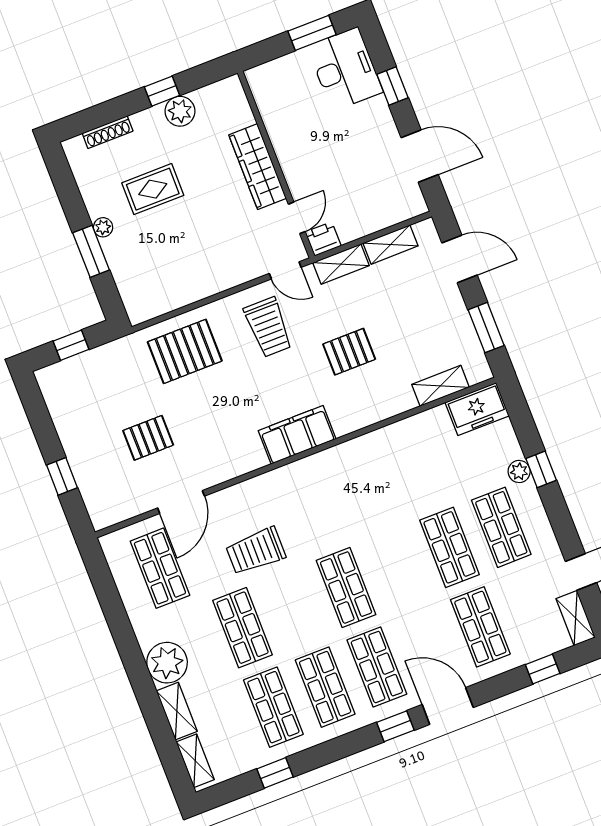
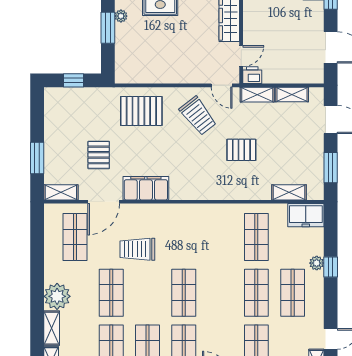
trolley: (268, 327) -> (198, 116), turned -38
filing cabinet: (297, 435) -> (146, 188), moved
pallet: (148, 438) -> (99, 155), turned 90
shop shelf: (419, 468) -> (256, 237), added
window: (62, 476) -> (37, 158), width x1.50
shelving: (115, 512) -> (61, 192), added

